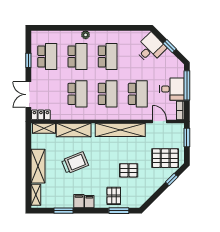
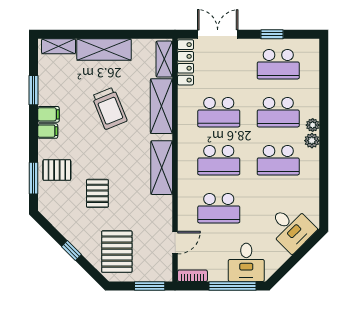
plant: (95, 35) -> (312, 141), added
window: (170, 46) -> (295, 259), removed
desk: (172, 89) -> (246, 262), moved
locker: (41, 115) -> (186, 62), width x1.53
shelving: (120, 130) -> (162, 168), width x0.68
window: (172, 179) -> (71, 250), moved

